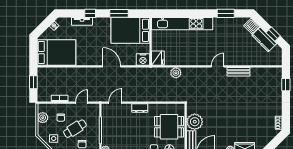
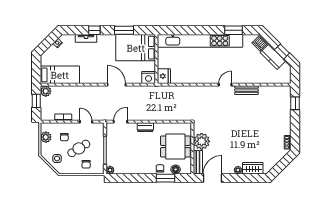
kitchen unit: (182, 24) -> (200, 41), width x1.36
bed: (56, 53) -> (60, 75), width x0.67
plant: (176, 73) -> (46, 91), moved
door: (82, 103) -> (86, 122), hinge flipped

